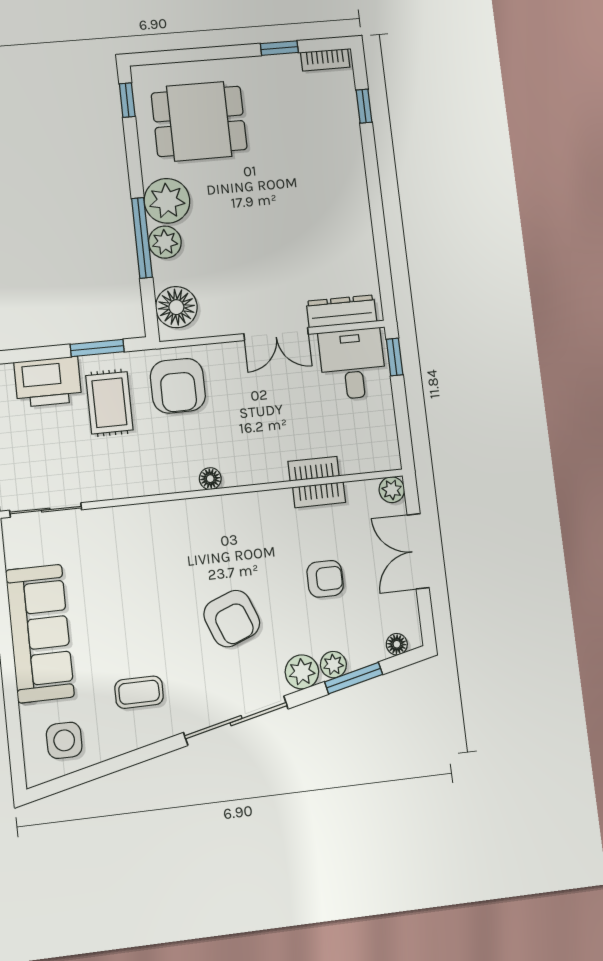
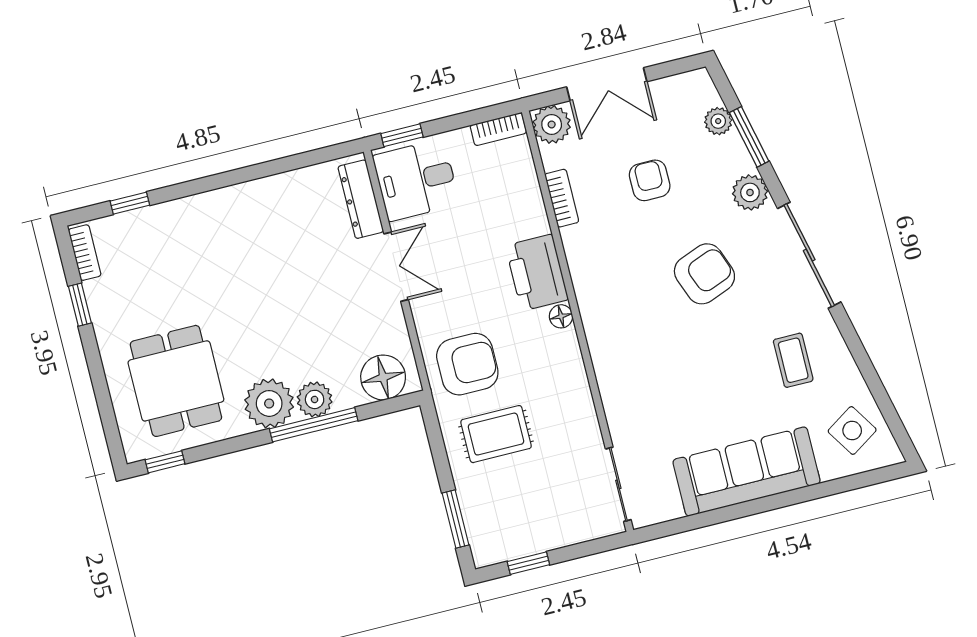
window: (97, 348) -> (456, 519), moved
printer: (48, 382) -> (537, 273), moved, turned 180
bookcase: (314, 469) -> (498, 129), moved, turned -90
plant: (392, 490) -> (552, 124), width x1.38, depth x1.38
floor lamp: (397, 644) -> (708, 95), removed
plant: (333, 665) -> (718, 121), moved
side table: (64, 740) -> (852, 431), turned -33

